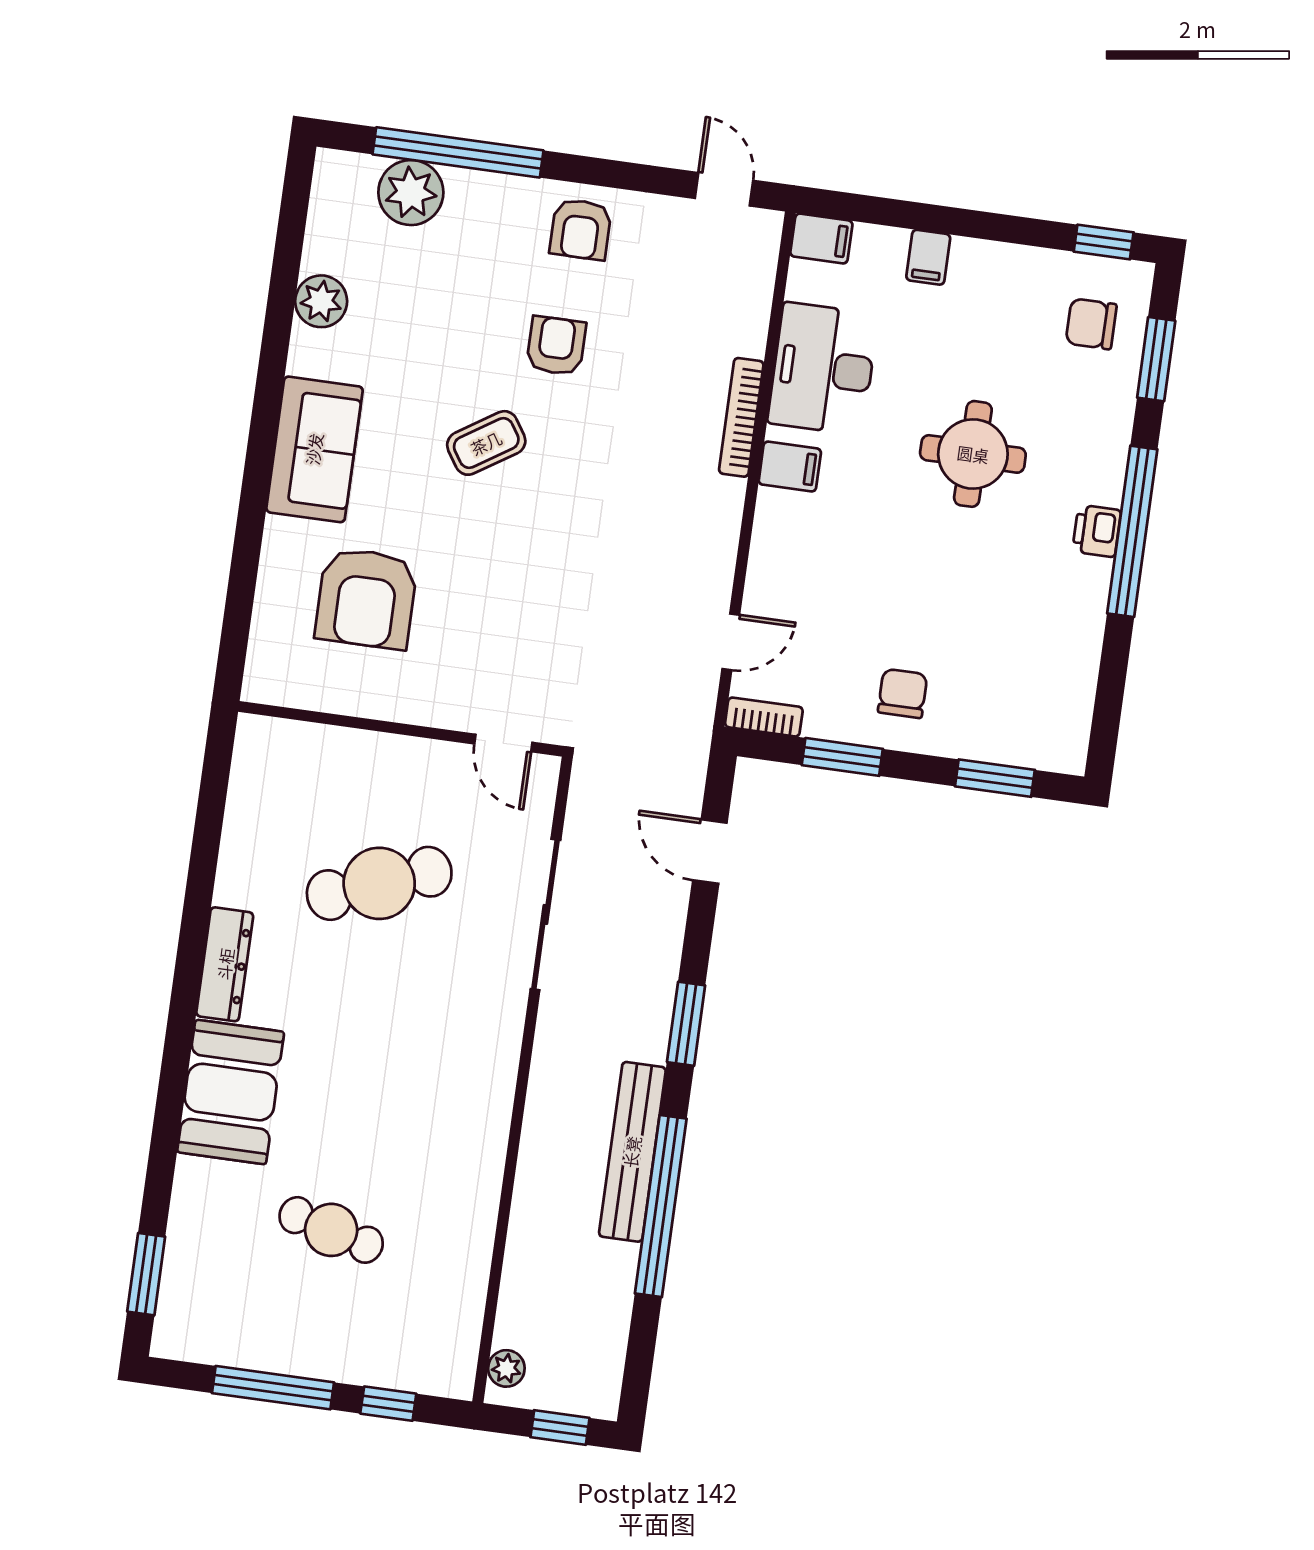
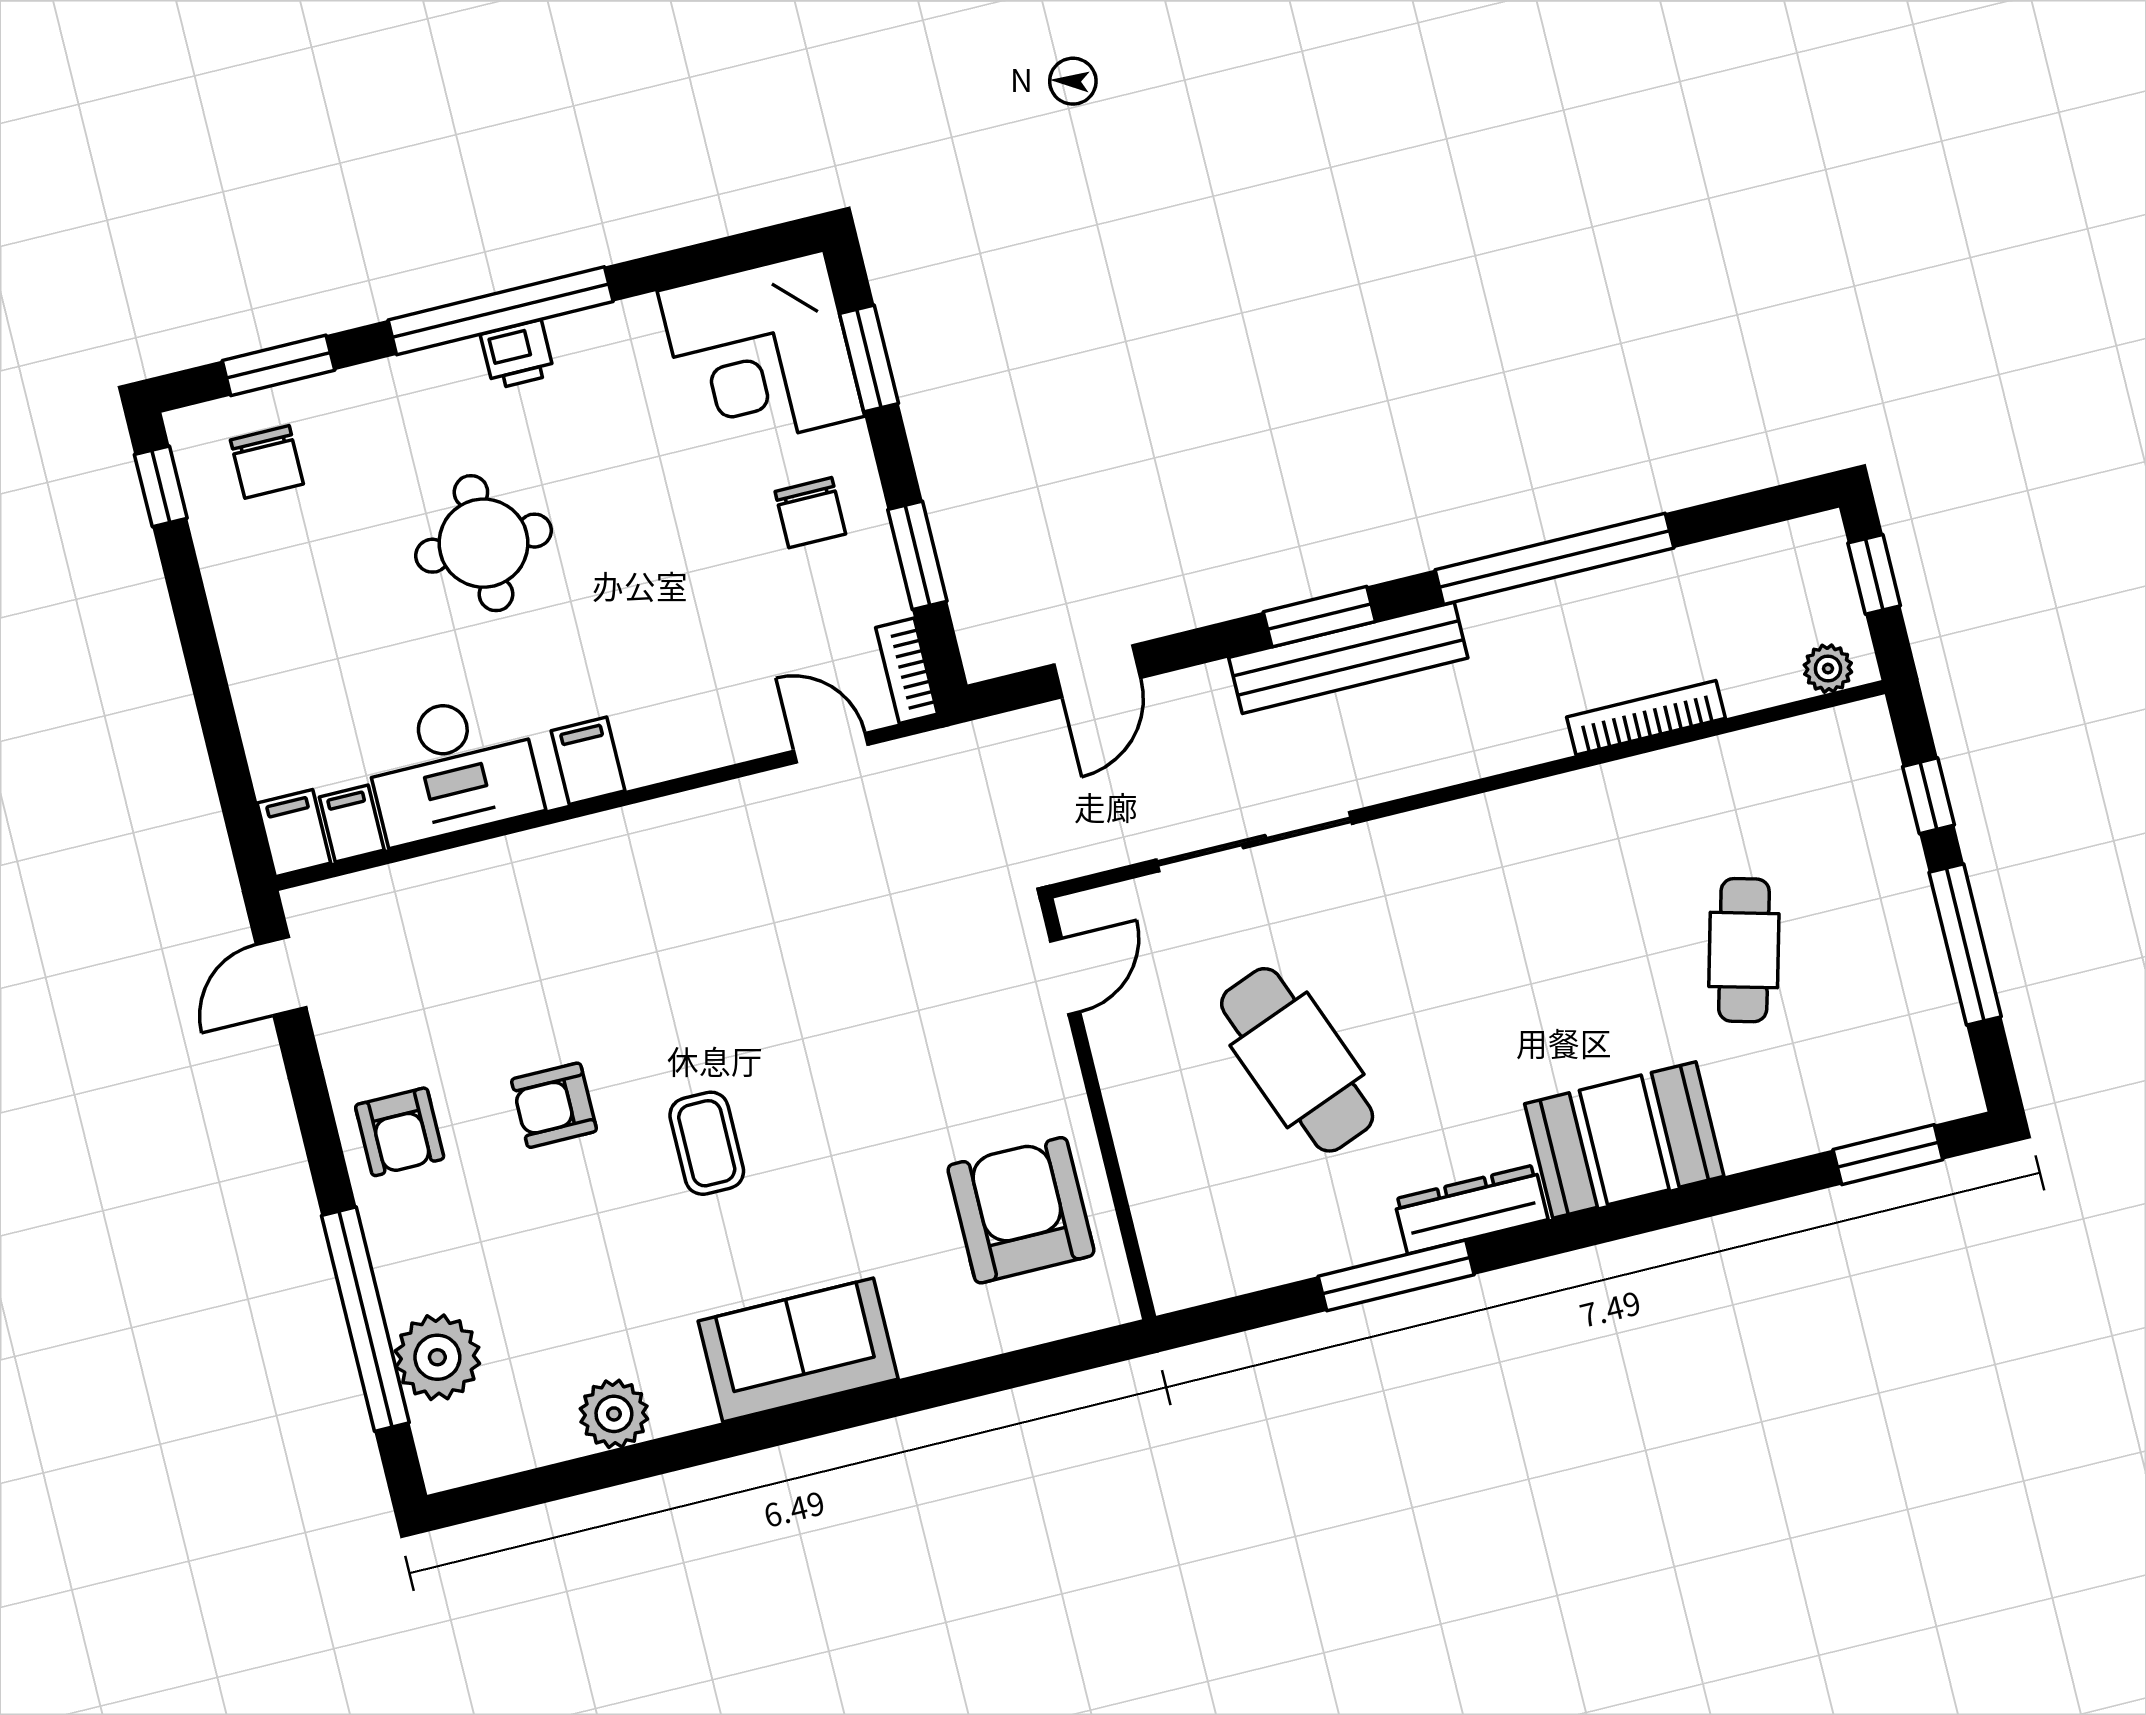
armchair: (581, 229) -> (400, 1132), turned 90
filing cabinet: (928, 257) -> (352, 823), moved, turned -90
bookcase: (741, 417) -> (1646, 718), moved, turned 180
coffee table: (486, 443) -> (707, 1143), turned 33
armchair: (366, 598) -> (1021, 1210), moved, turned -90
chair: (903, 693) -> (810, 513), turned -90
corner desk: (1029, 703) -> (761, 354), added
window: (199, 893) -> (1396, 1275), added
bench: (632, 1152) -> (1348, 658), moved

